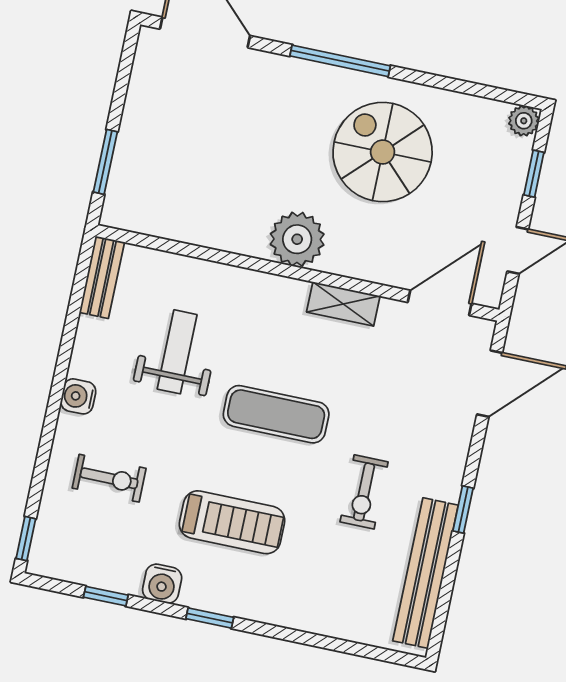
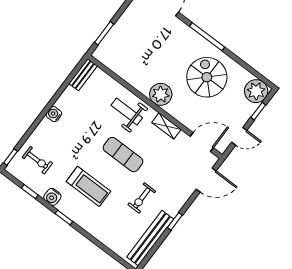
plant: (524, 121) -> (256, 91), width x1.88, depth x1.88
weight bench: (177, 352) -> (127, 112), moved, turned -90
exercise bike: (109, 478) -> (37, 160), moved

